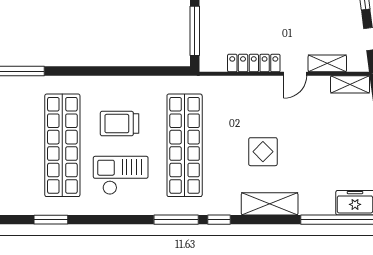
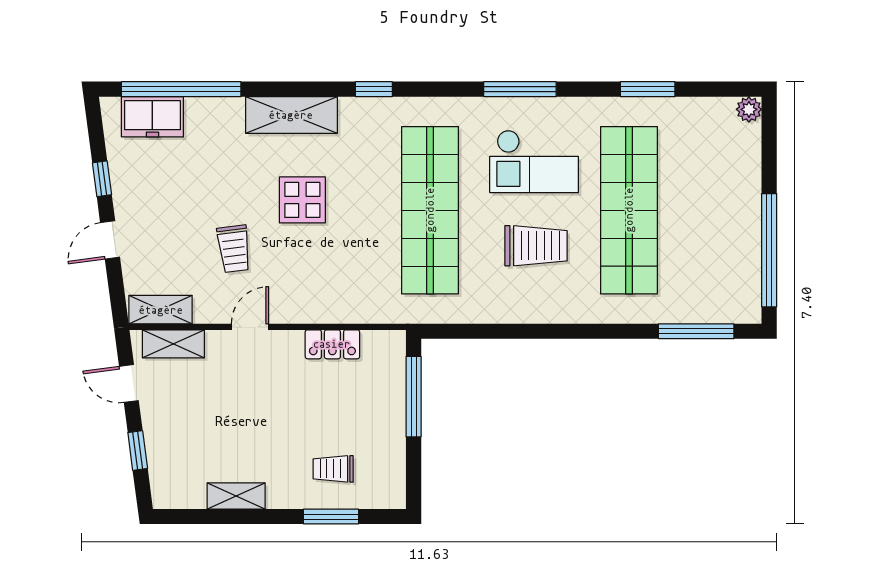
locker: (254, 63) -> (332, 344), width x0.66
shelving: (327, 63) -> (173, 344), moved
trolley: (305, 122) -> (234, 249), added
window: (176, 220) -> (520, 89), moved

